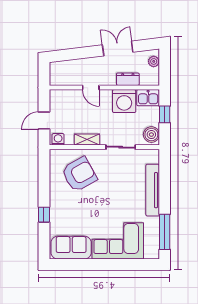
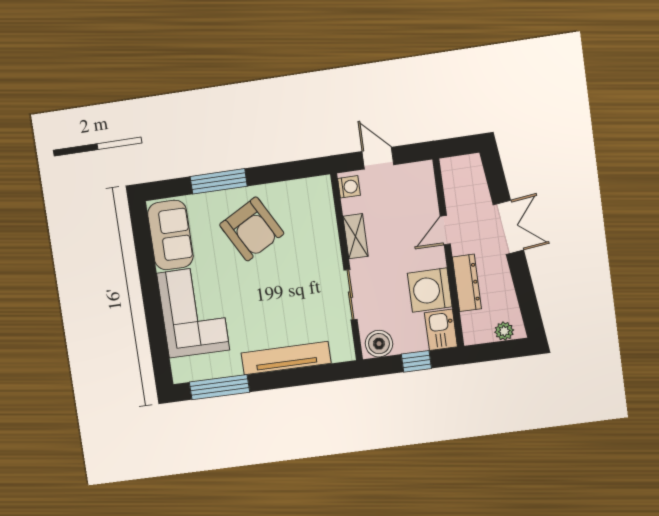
double door: (118, 48) -> (508, 227), moved
dresser: (128, 79) -> (467, 283), width x1.44
armchair: (79, 174) -> (252, 229), moved
window: (44, 215) -> (219, 181), width x2.17

